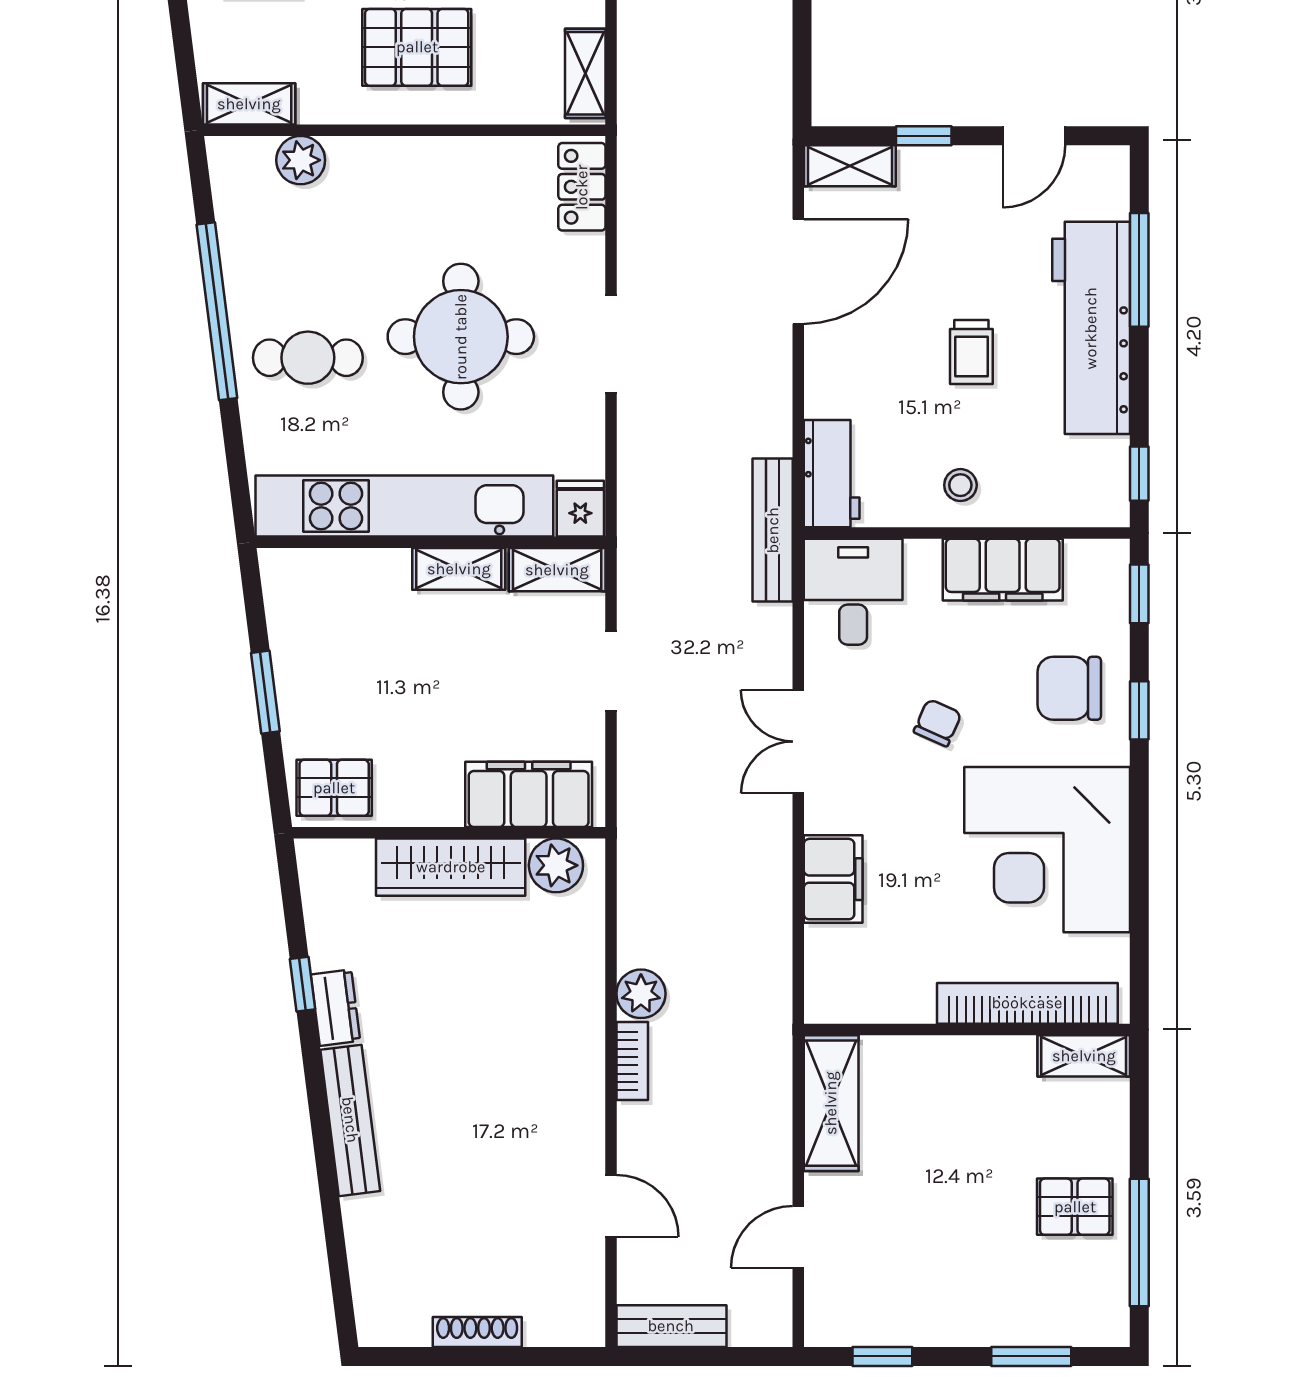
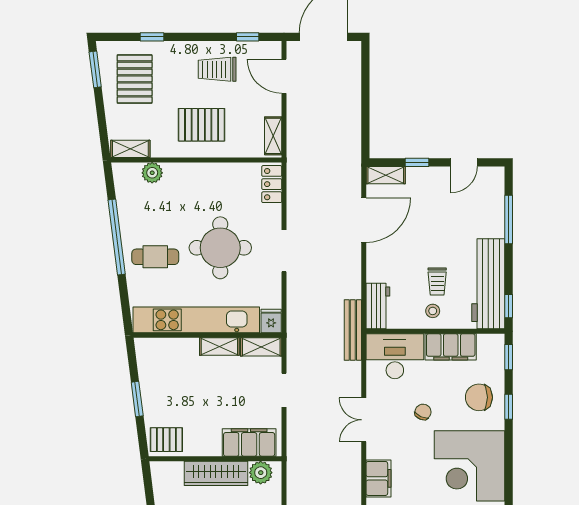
workbench: (1091, 328) -> (488, 284), moved
trolley: (971, 352) -> (437, 282), moved
desk: (853, 592) -> (395, 356), width x1.37

